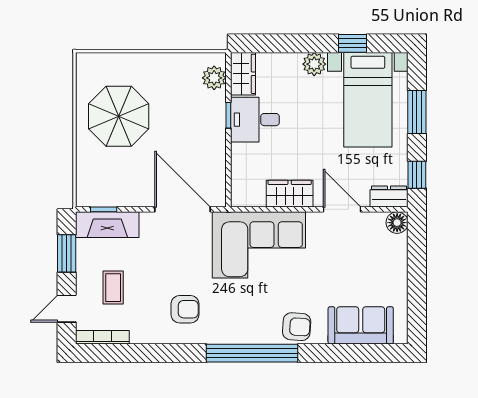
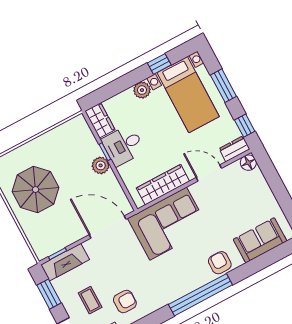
plant: (214, 78) -> (101, 165), moved
wardrobe: (290, 194) -> (163, 185), width x1.50
armchair: (185, 309) -> (125, 301), moved
armchair: (297, 327) -> (220, 263), turned -94

